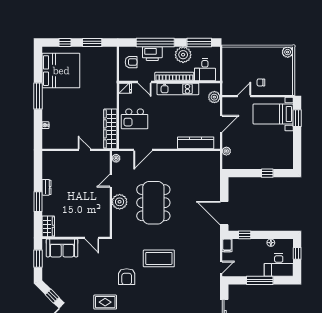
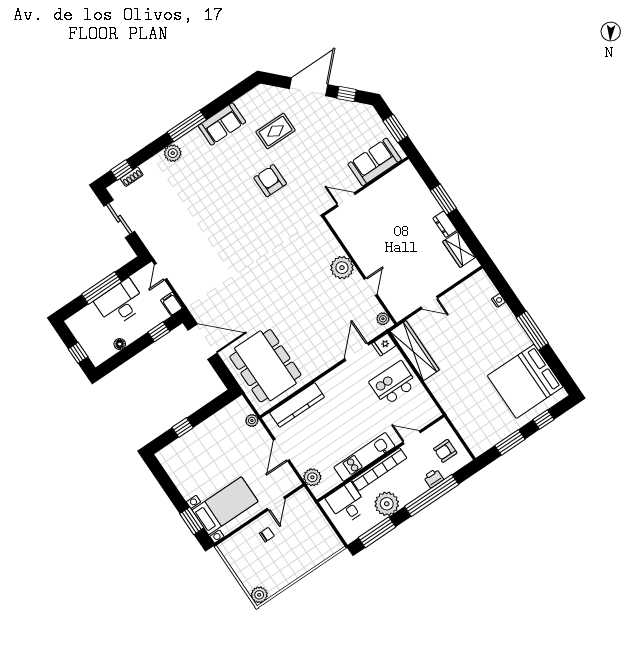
printer: (152, 54) -> (433, 478), width x0.53, depth x0.68
fridge: (125, 88) -> (384, 345), moved
dining table: (153, 203) -> (265, 366), moved
wardrobe: (48, 226) -> (459, 250), moved
coffee table: (159, 258) -> (246, 230), removed
desk: (279, 265) -> (120, 303), moved

